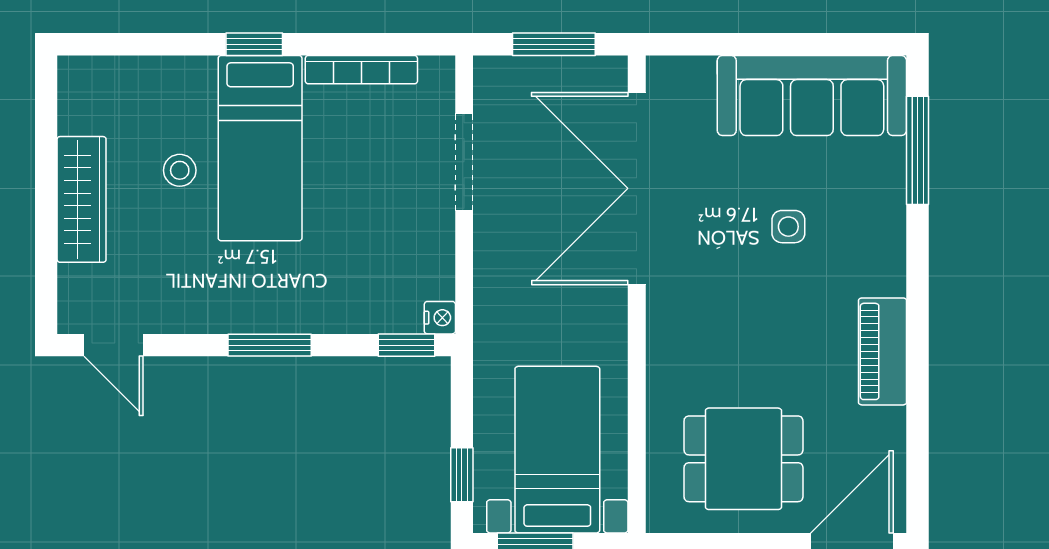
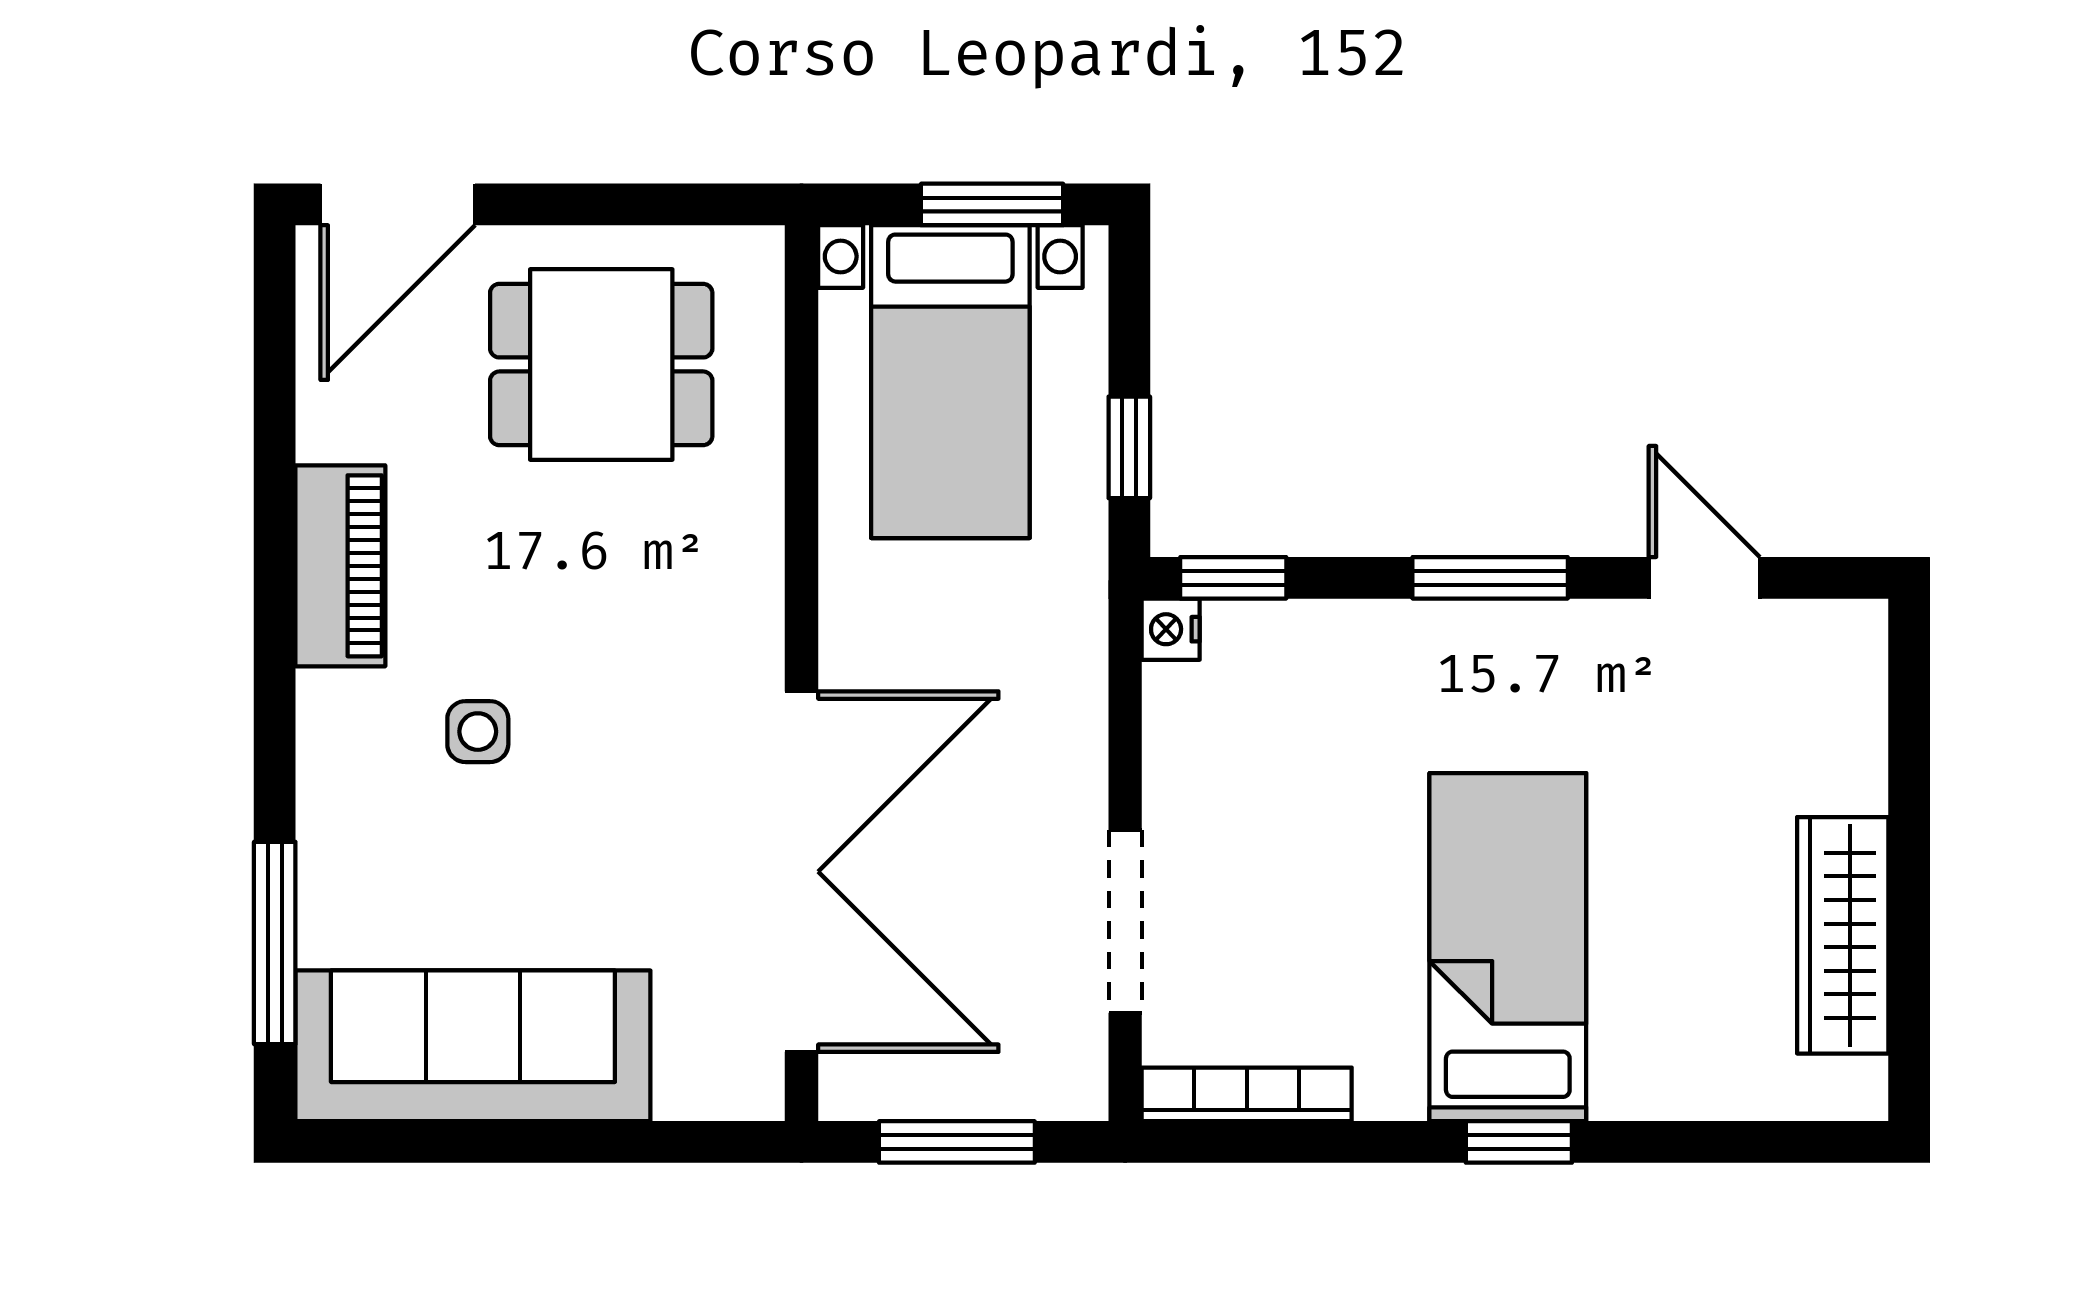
bookcase: (361, 70) -> (1247, 1094), moved
stool: (180, 170) -> (1659, 906), removed
wardrobe: (82, 199) -> (1843, 935), moved
side table: (788, 227) -> (478, 732), moved
door: (114, 345) -> (1704, 578), moved
window: (462, 475) -> (1129, 447), moved

